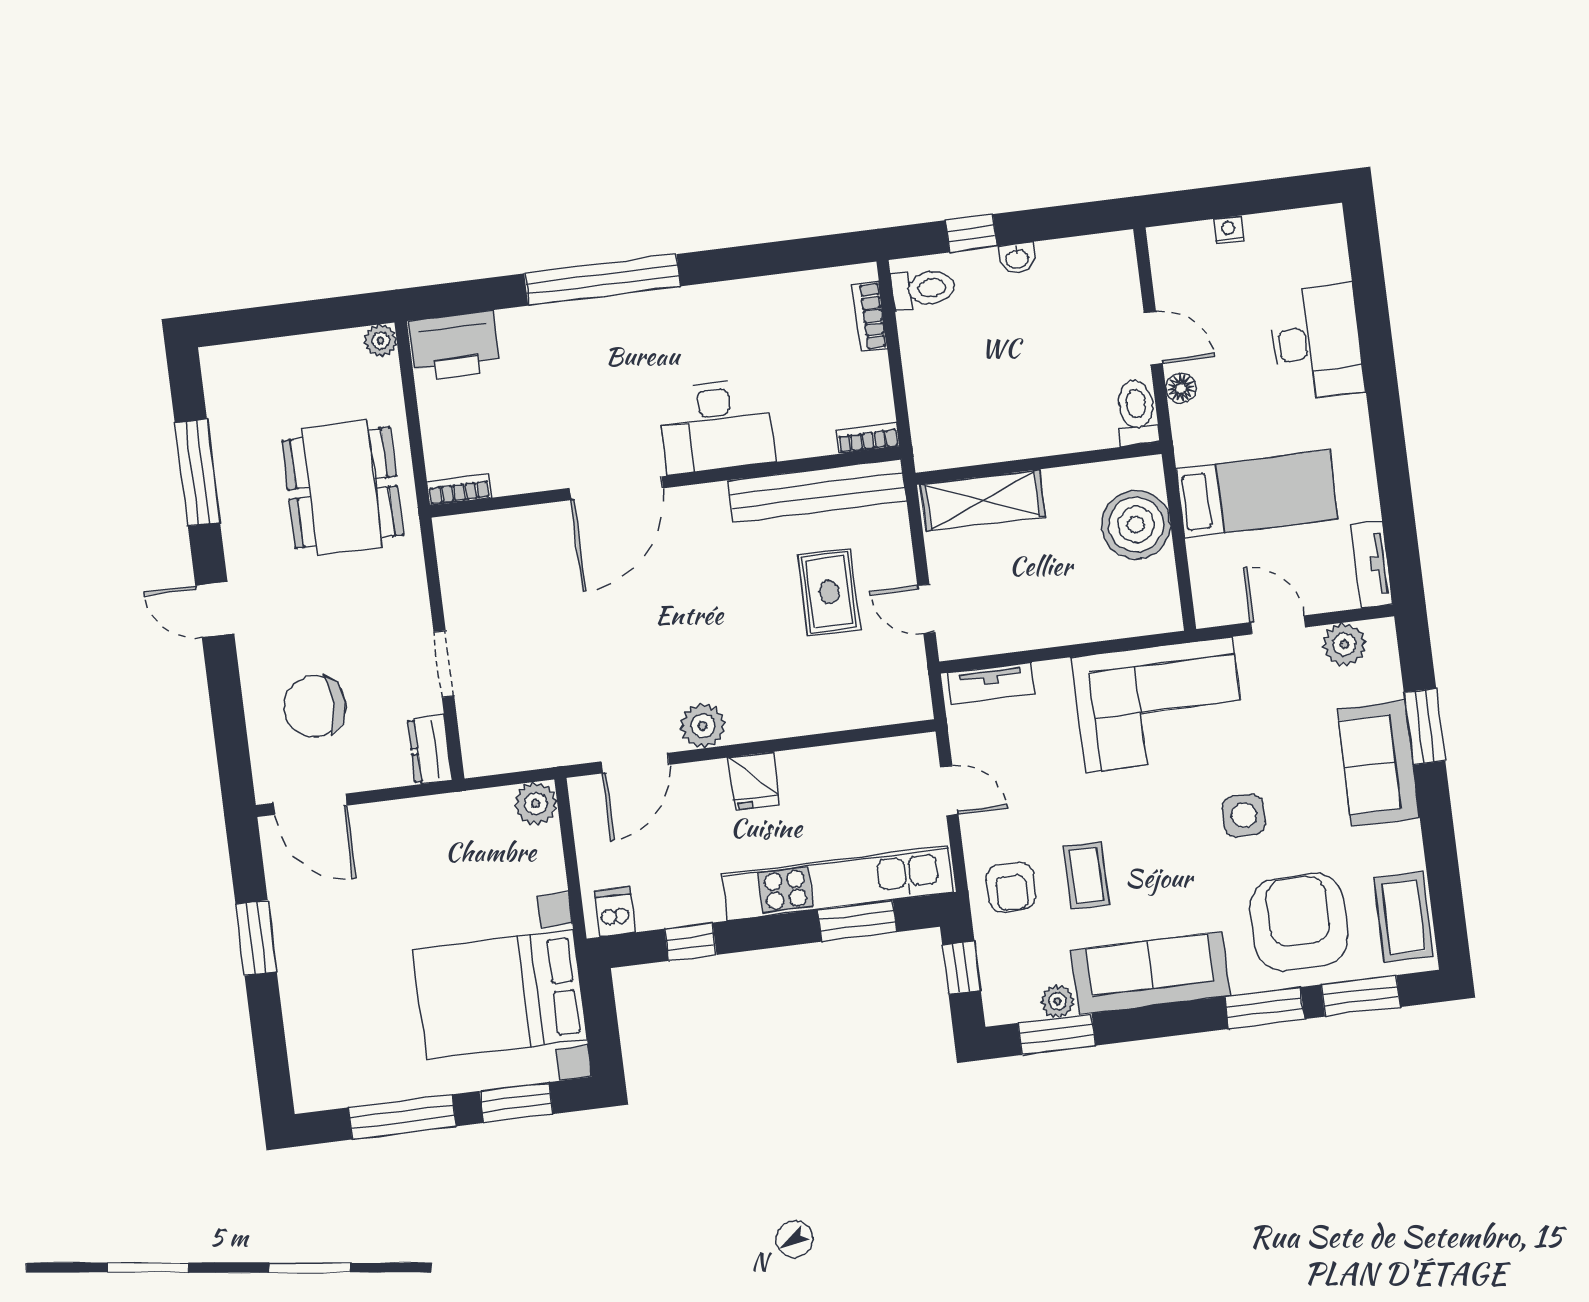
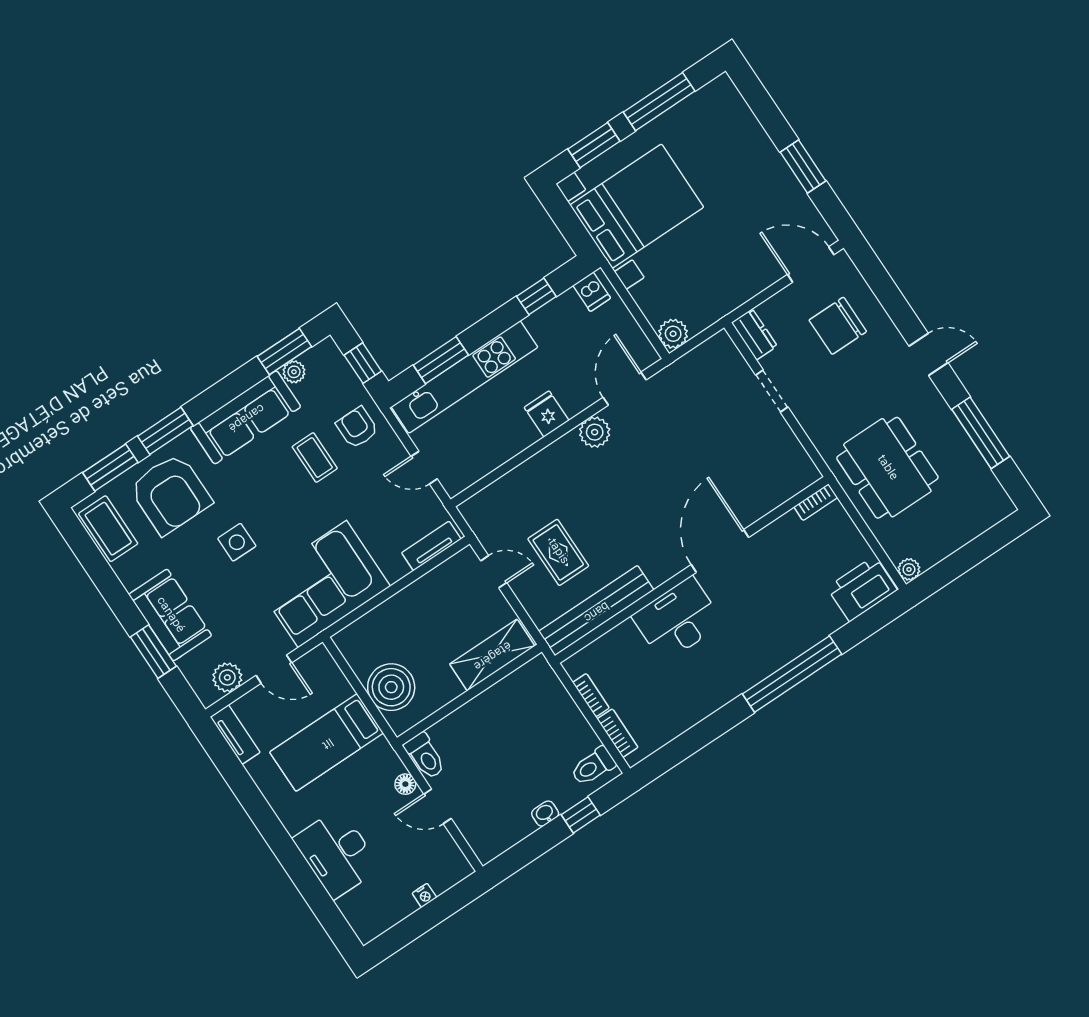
bookcase: (868, 438) -> (591, 695), moved, turned -90
chair: (315, 706) -> (838, 326), turned 180

